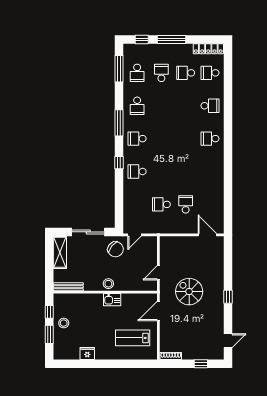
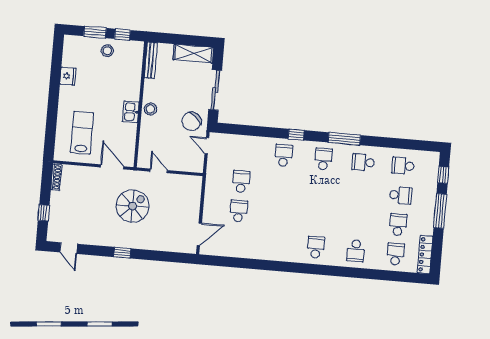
window: (119, 69) -> (410, 144), removed
school desk: (186, 204) -> (239, 211), turned -90

